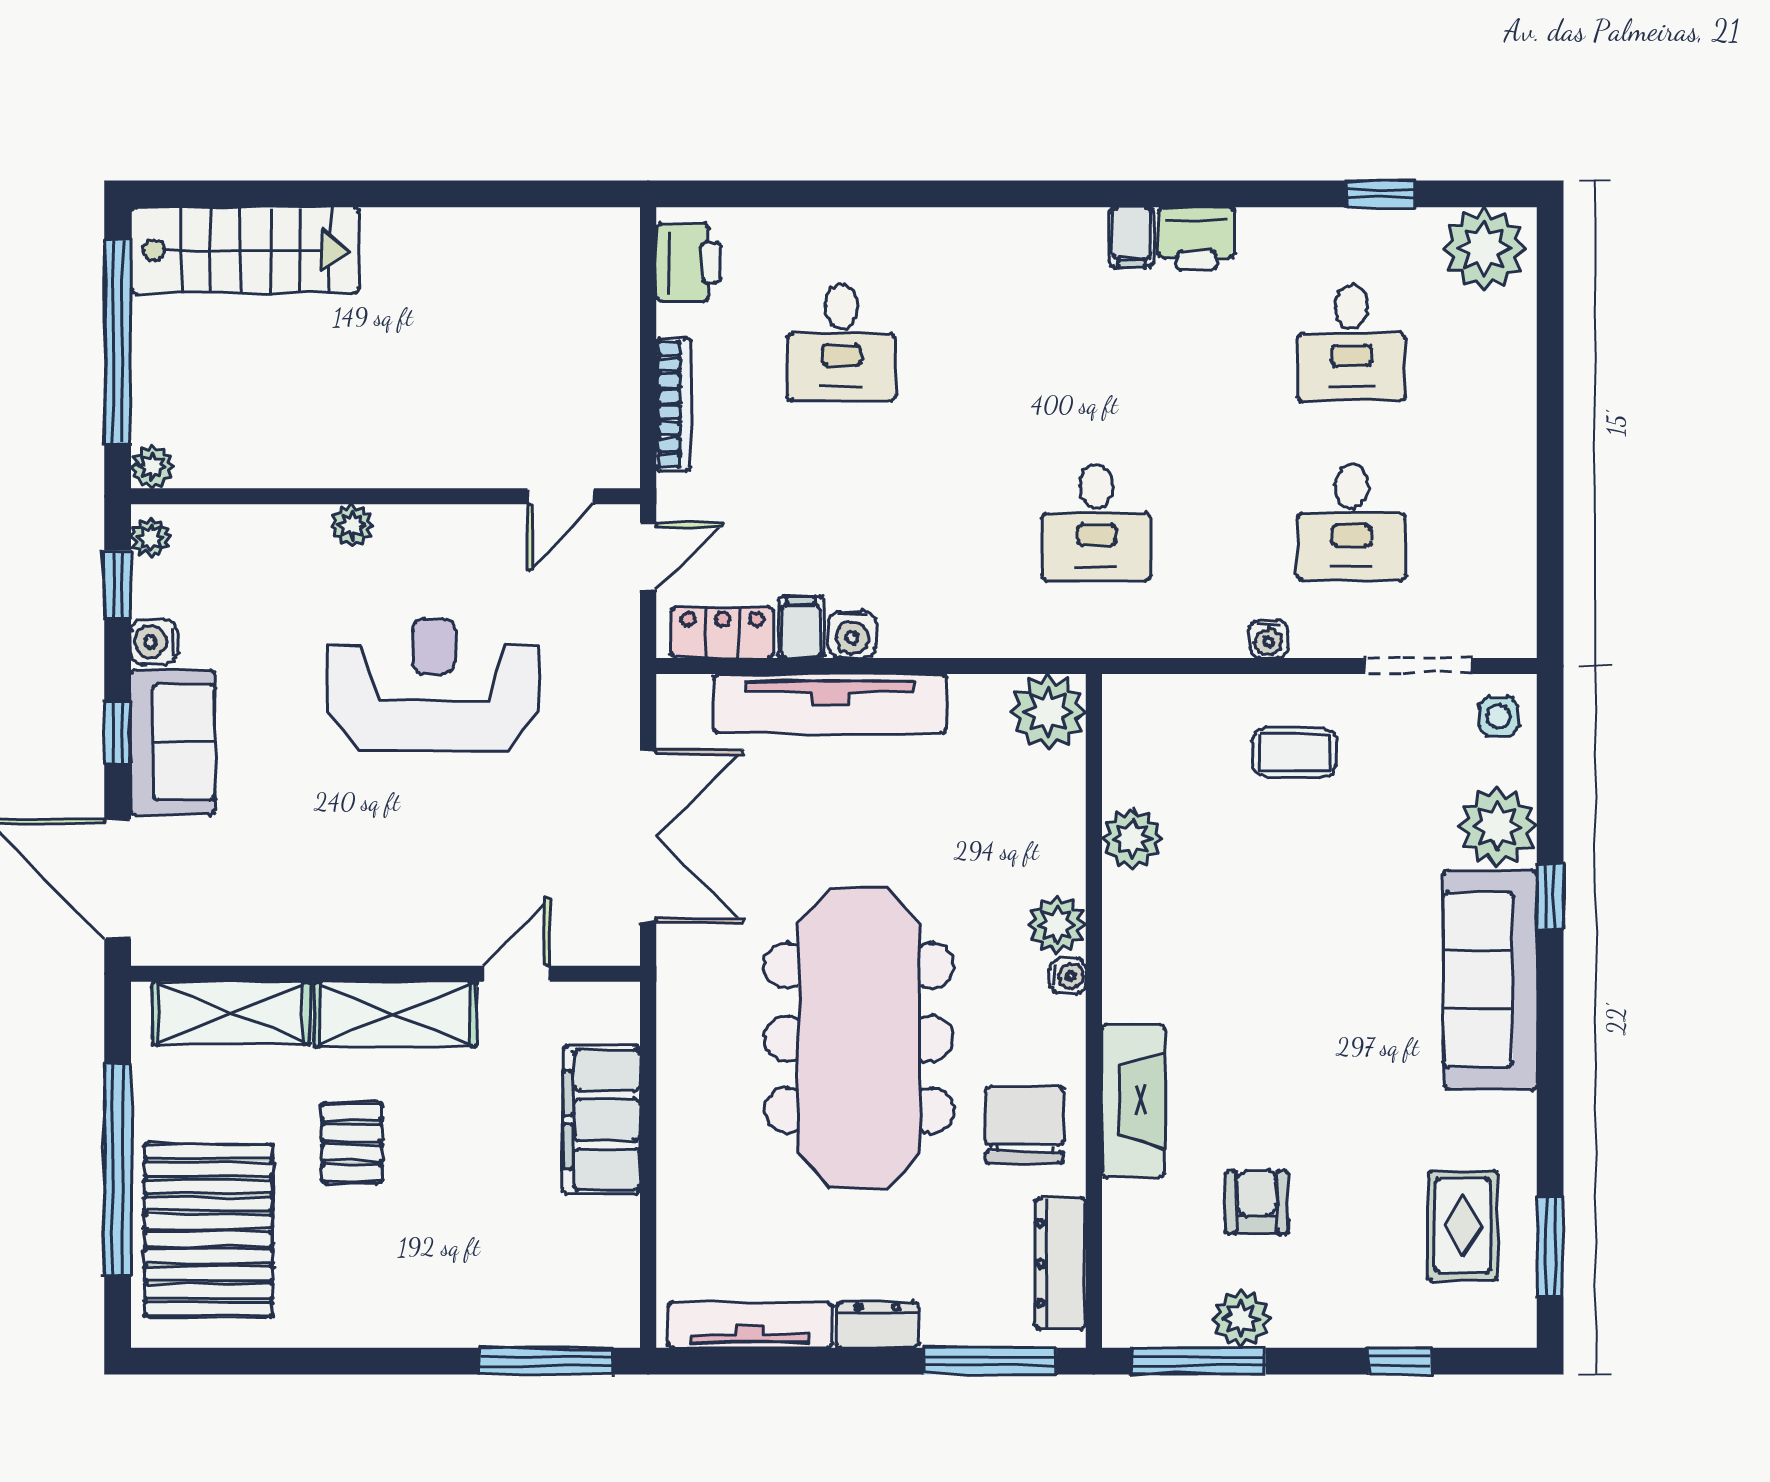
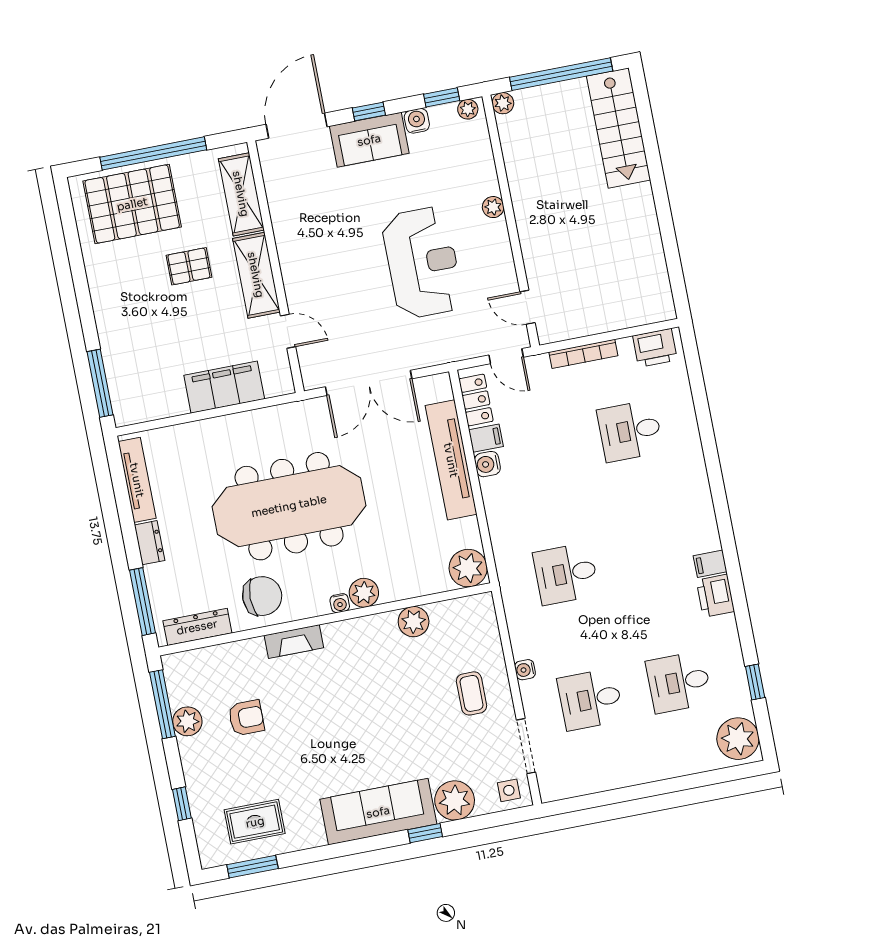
fireplace: (1133, 1101) -> (294, 642), width x0.73, depth x0.76

